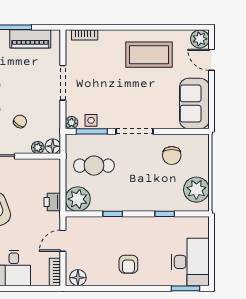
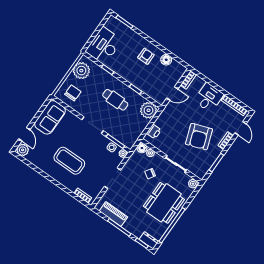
coffee table: (149, 55) -> (69, 161), moved
chair: (172, 155) -> (73, 93), moved
cafe table: (94, 166) -> (115, 100), moved
printer: (52, 202) -> (154, 132), moved
desk: (190, 262) -> (104, 46), moved
floor lamp: (78, 278) -> (166, 60), moved

